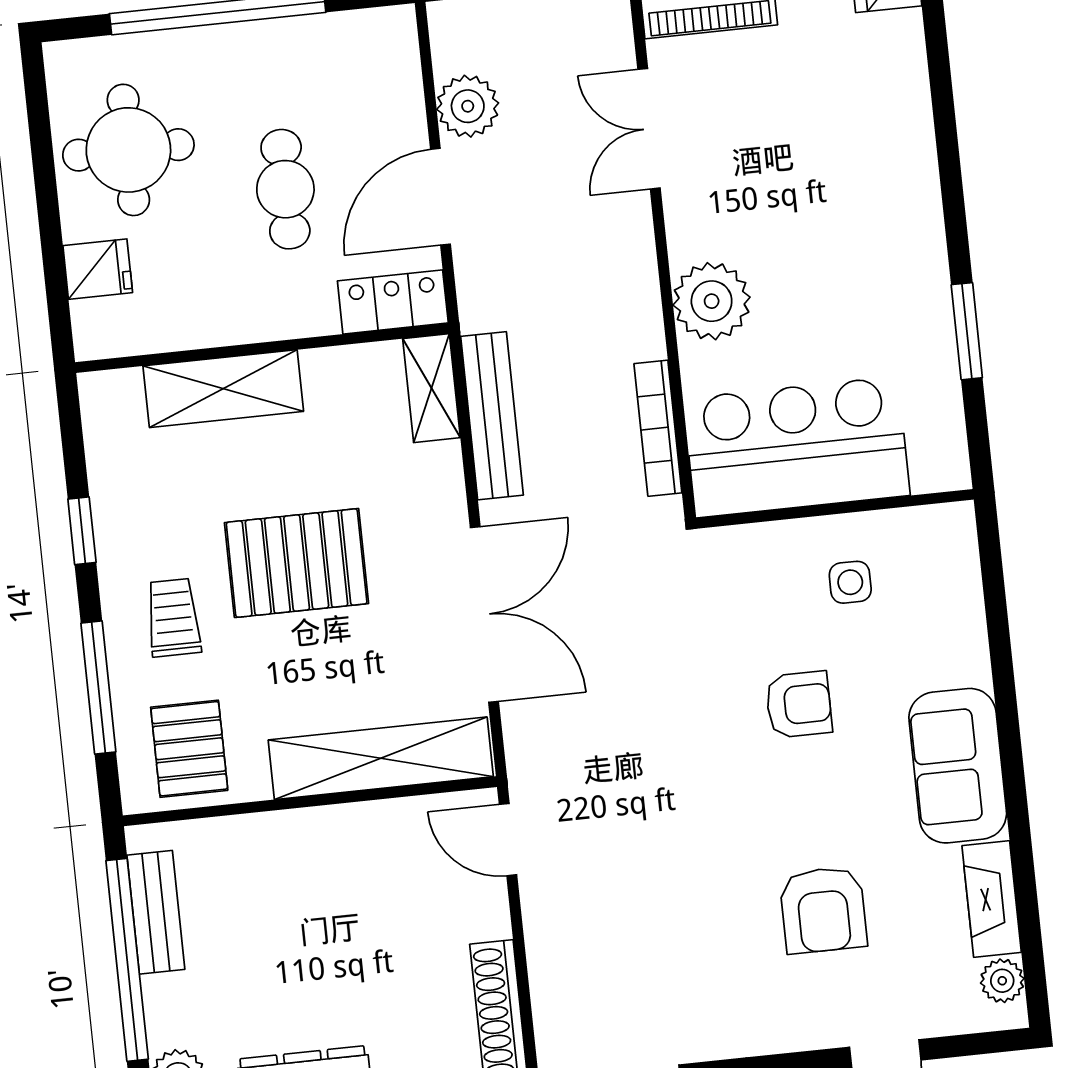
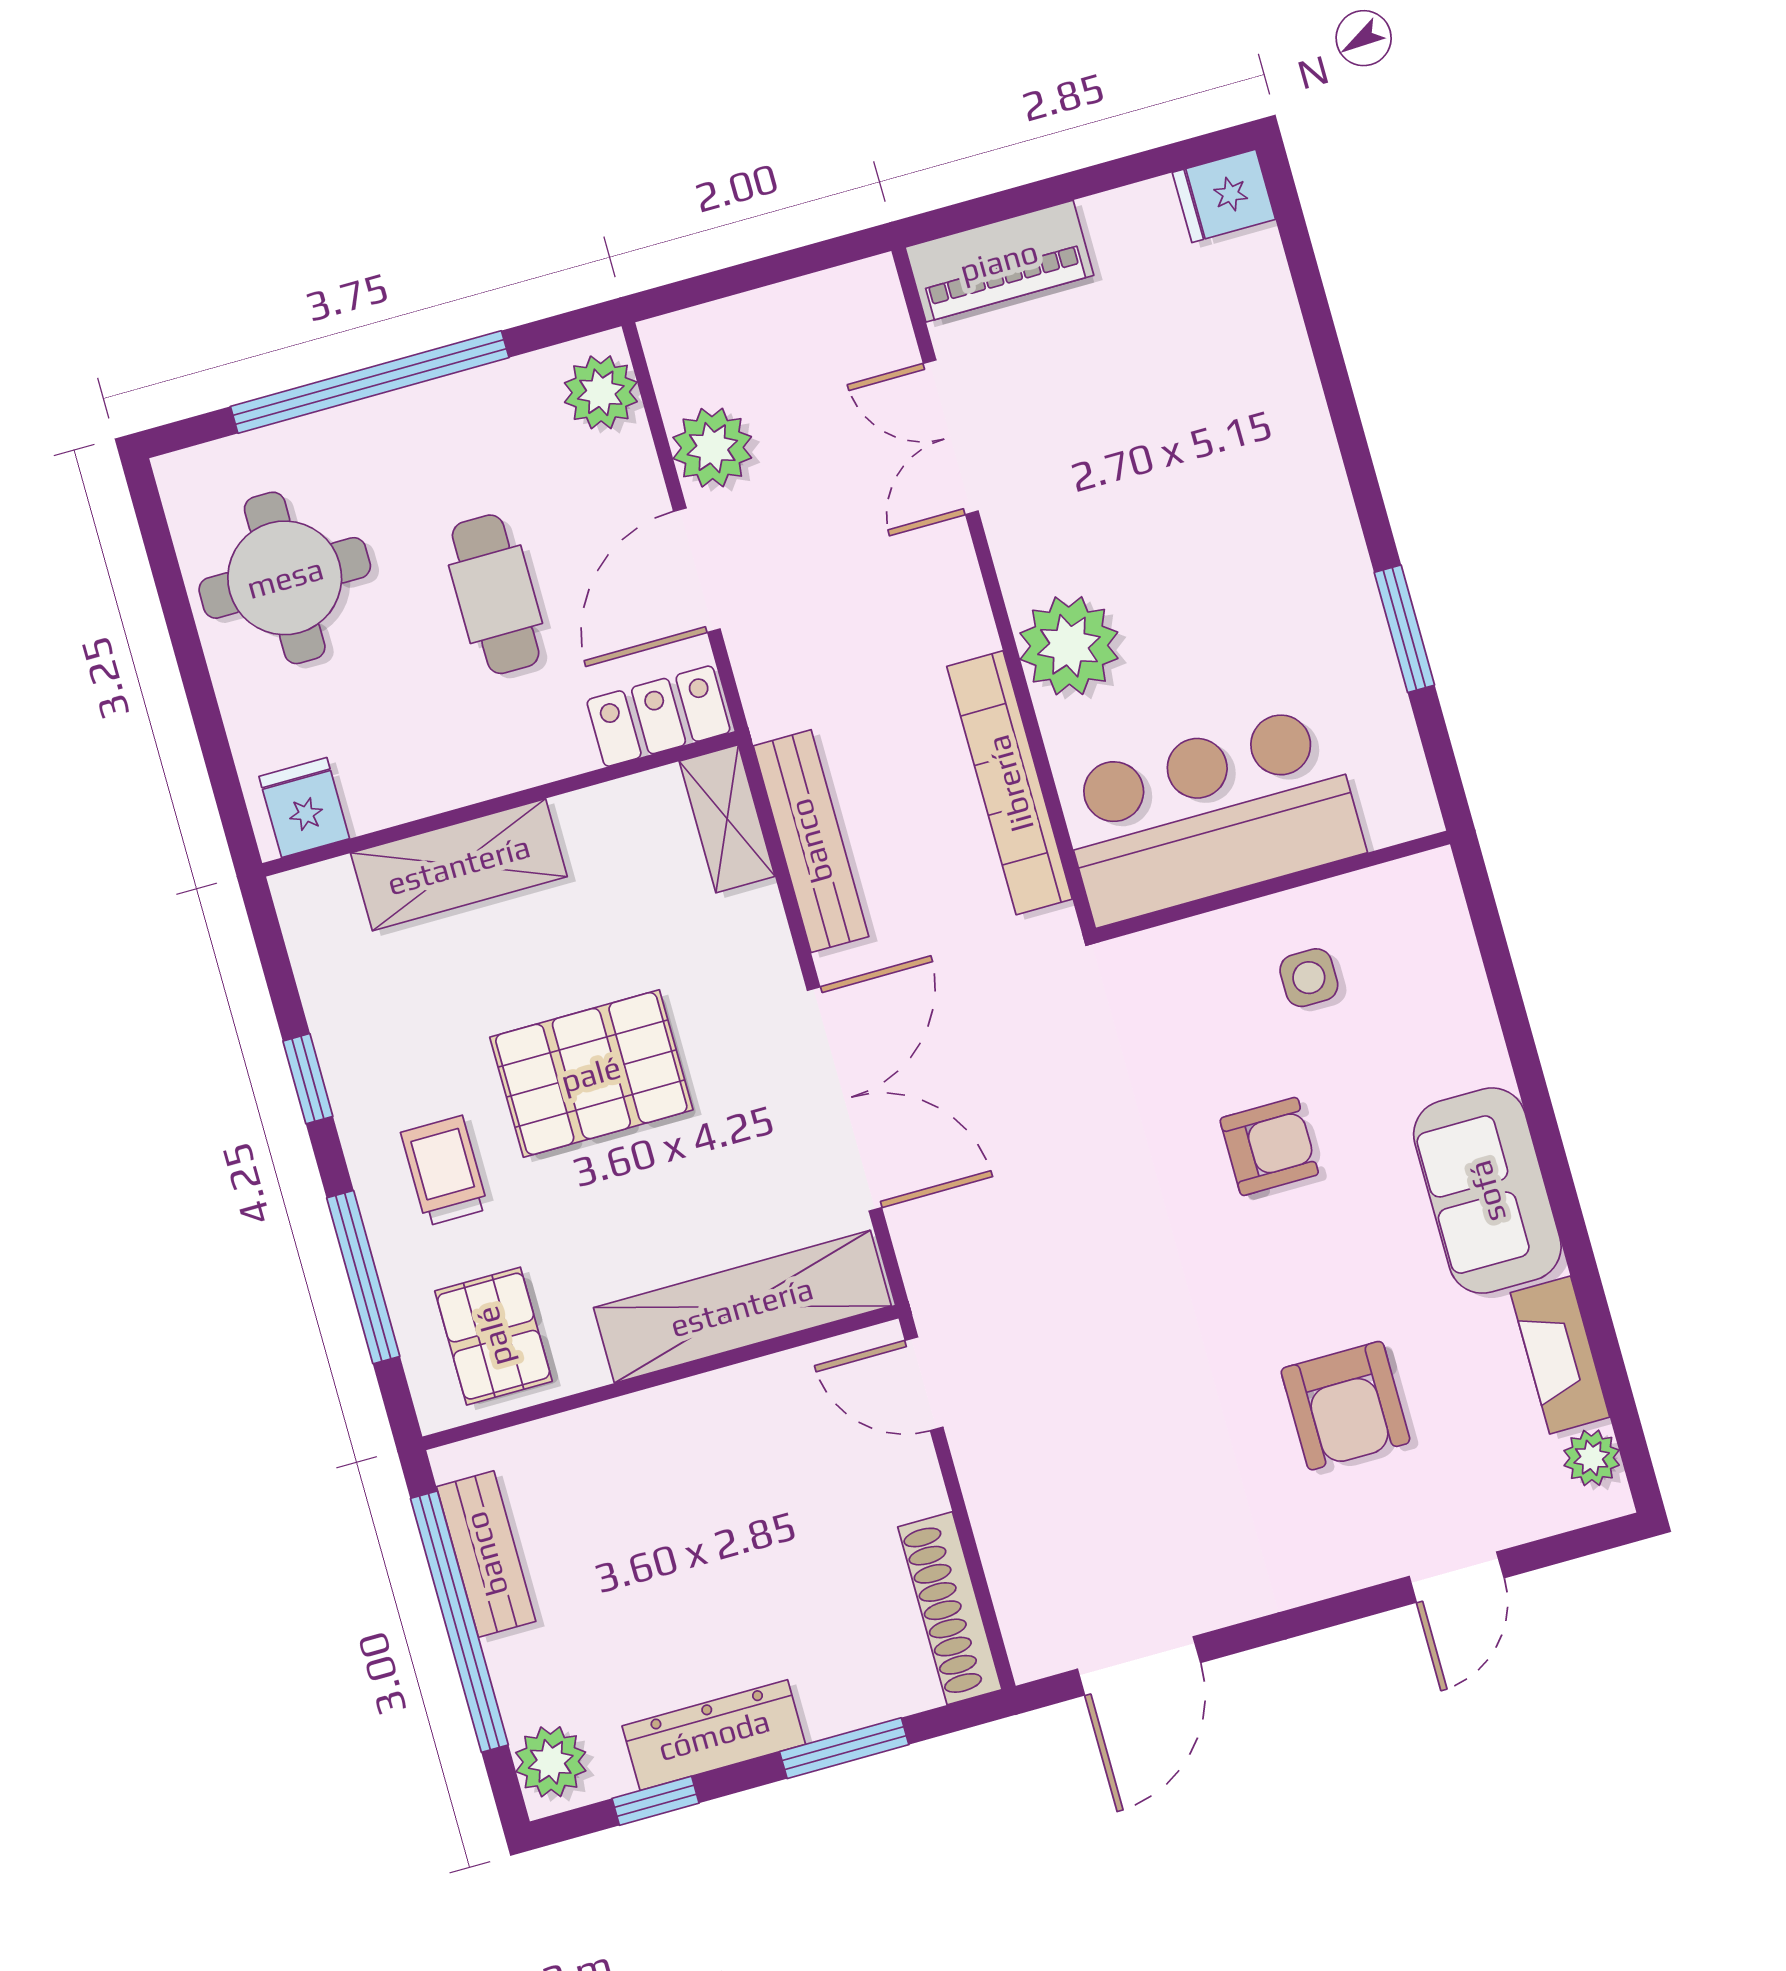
plant: (391, 50) -> (601, 392), added
fridge: (98, 269) -> (304, 808), moved, turned -90
bookcase: (658, 428) -> (1010, 783), width x1.48, depth x1.31

